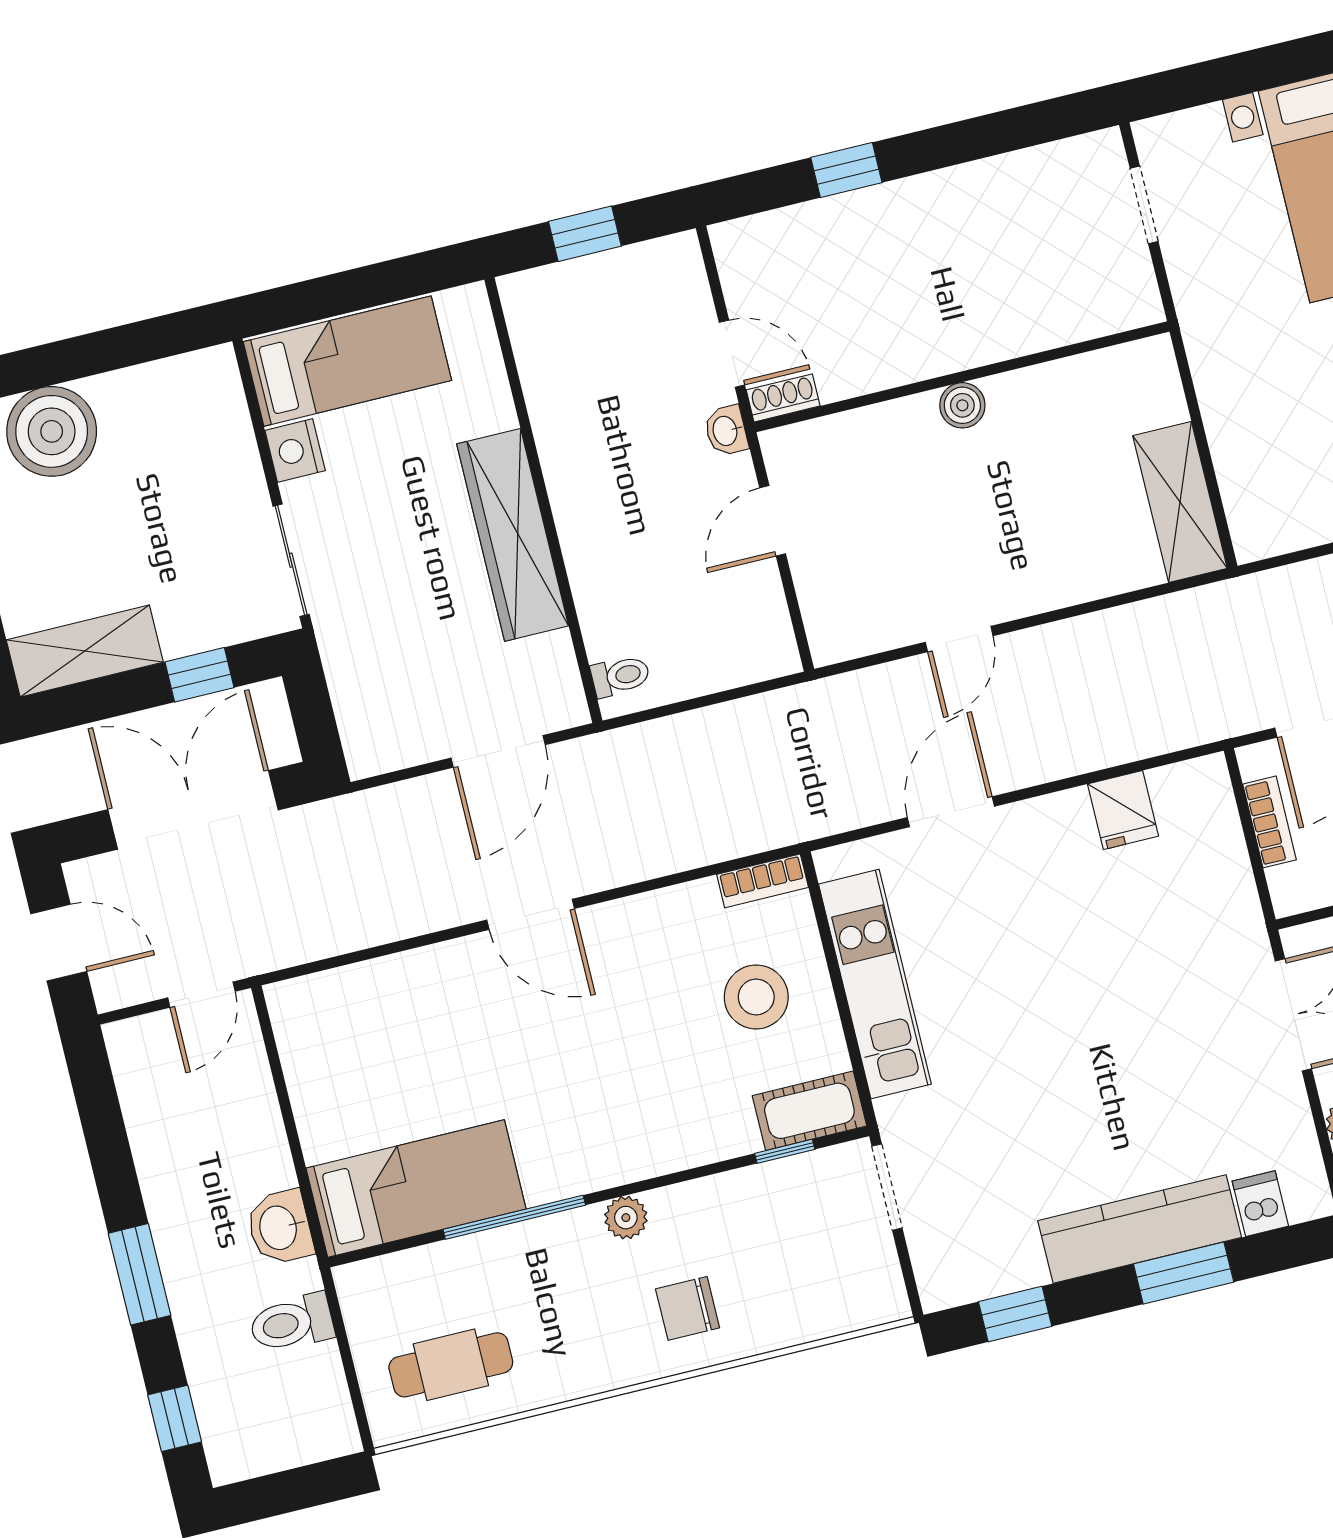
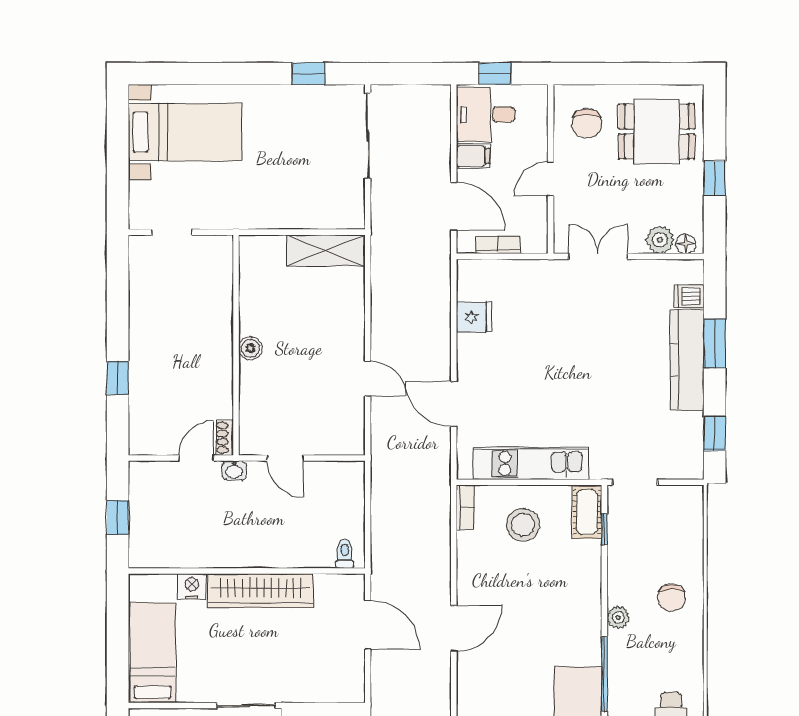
nightstand: (295, 451) -> (192, 586), moved, turned 180

